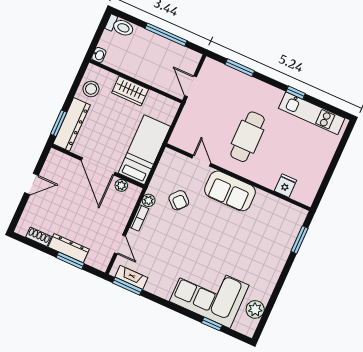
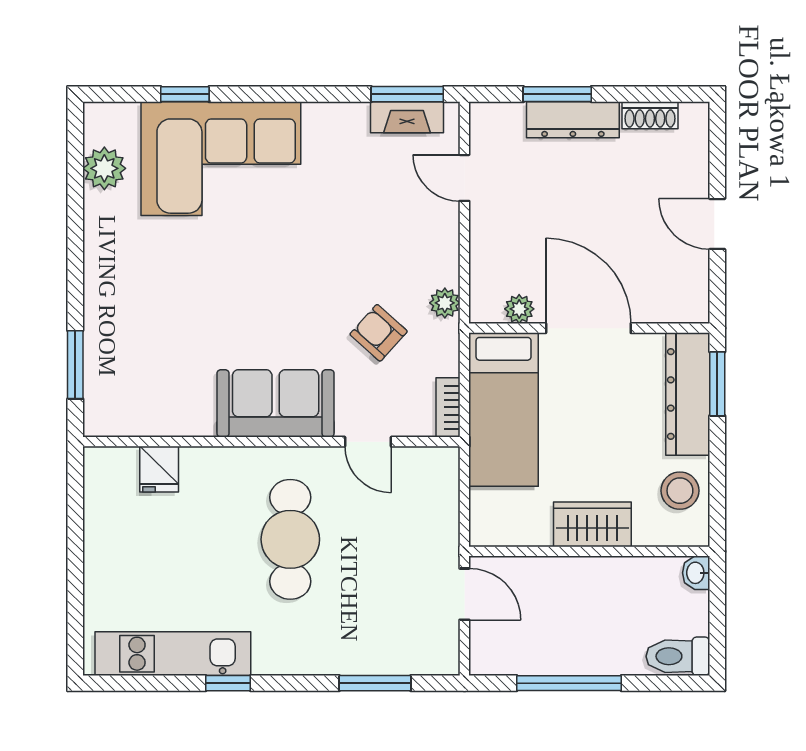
door: (31, 184) -> (717, 224), hinge flipped
bookcase: (139, 218) -> (448, 407), moved

